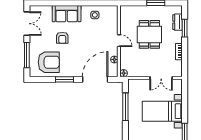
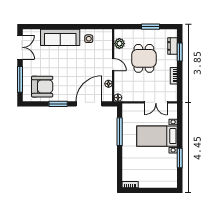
sofa: (67, 14) -> (60, 37), width x1.36
plant: (125, 20) -> (119, 44), added
armchair: (62, 38) -> (56, 62), removed

